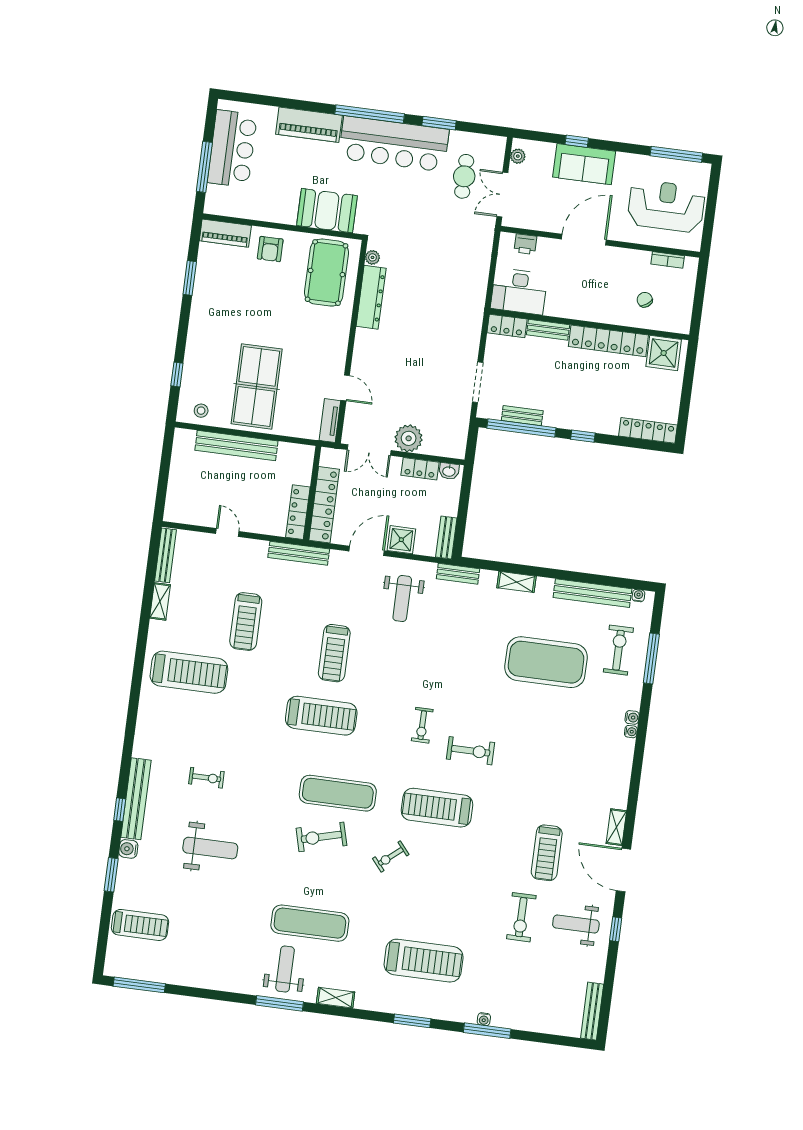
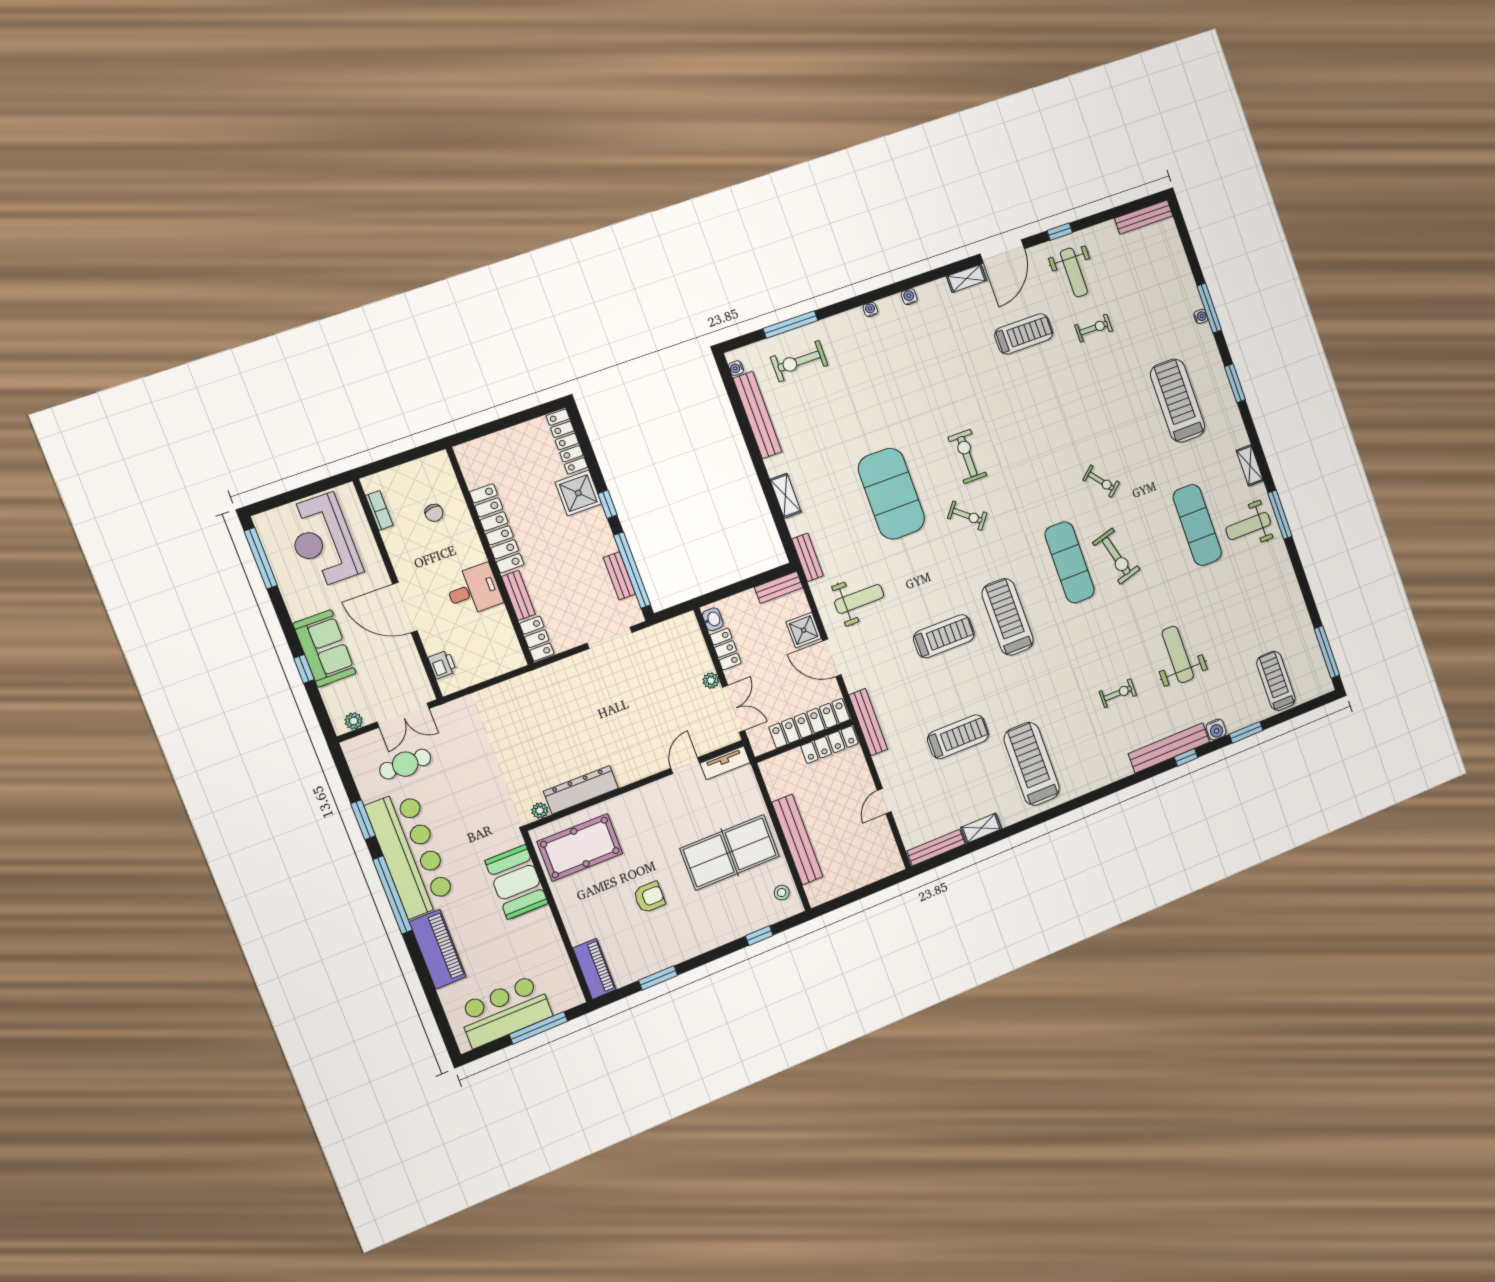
armchair: (270, 249) -> (649, 897), moved
desk: (519, 291) -> (474, 590), moved, width x0.73
chair: (645, 300) -> (434, 513), turned -62
shower: (664, 353) -> (578, 493), moved
plant: (409, 438) -> (711, 680), width x0.53, depth x0.53
exercise mat: (546, 662) -> (891, 494), moved
water cooler: (632, 717) -> (909, 297), moved
exercise bike: (422, 725) -> (967, 516), turned 39
exercise bike: (206, 778) -> (1118, 693), turned 90
treadmill: (437, 808) -> (1035, 461), removed
exercise bike: (521, 917) -> (1094, 328), width x0.73, depth x0.72

